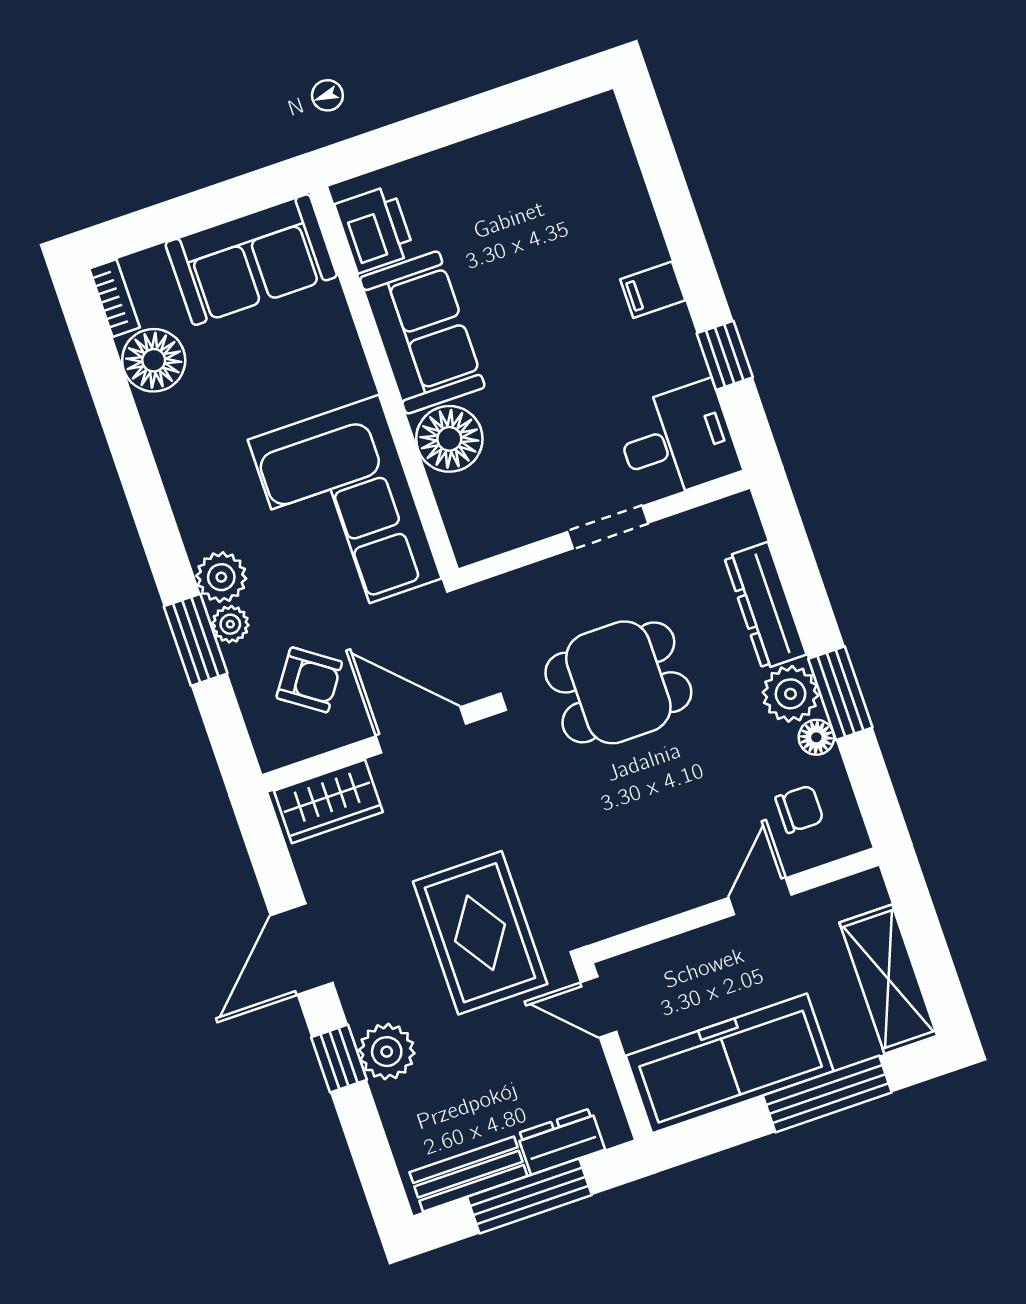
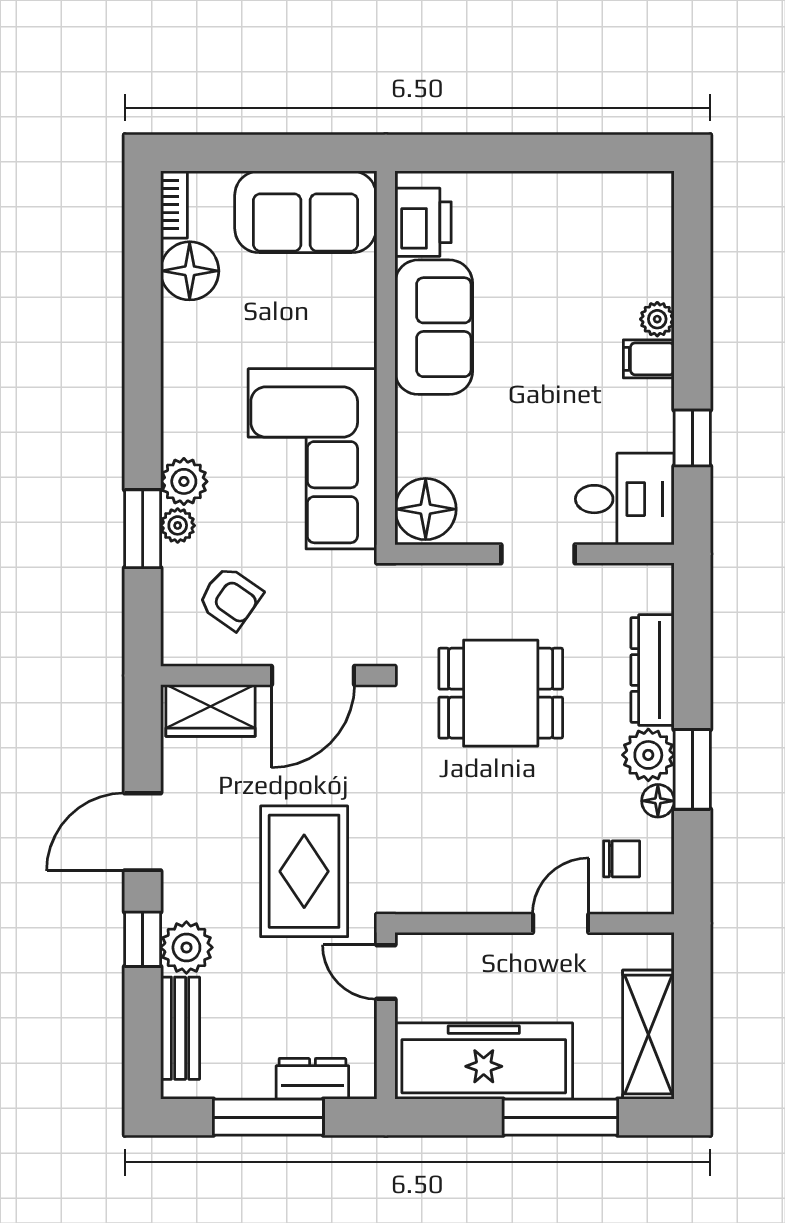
plant: (647, 246) -> (657, 319), added
floor lamp: (449, 439) -> (426, 509), moved
door: (421, 730) -> (313, 676), swing flipped
bench: (468, 1174) -> (180, 1028), moved, turned 90

